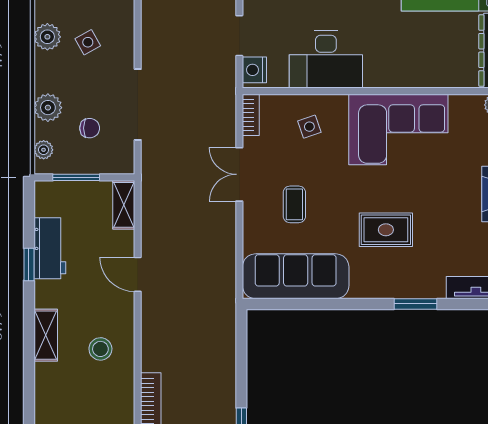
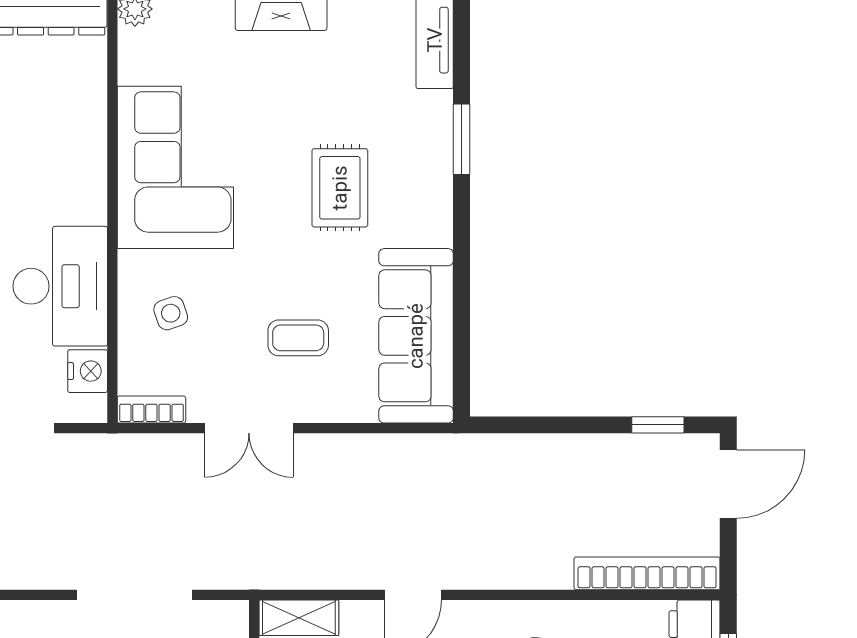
nightstand: (254, 70) -> (88, 371), moved, turned -90

